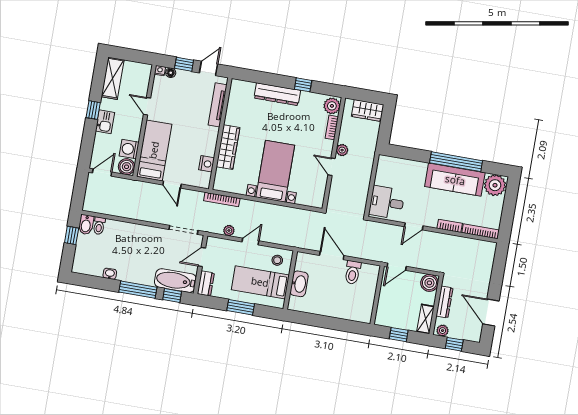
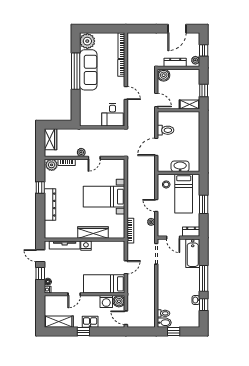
nightstand: (206, 164) -> (86, 246), moved
window: (172, 295) -> (204, 305), moved
shelving: (425, 319) -> (189, 105), moved

